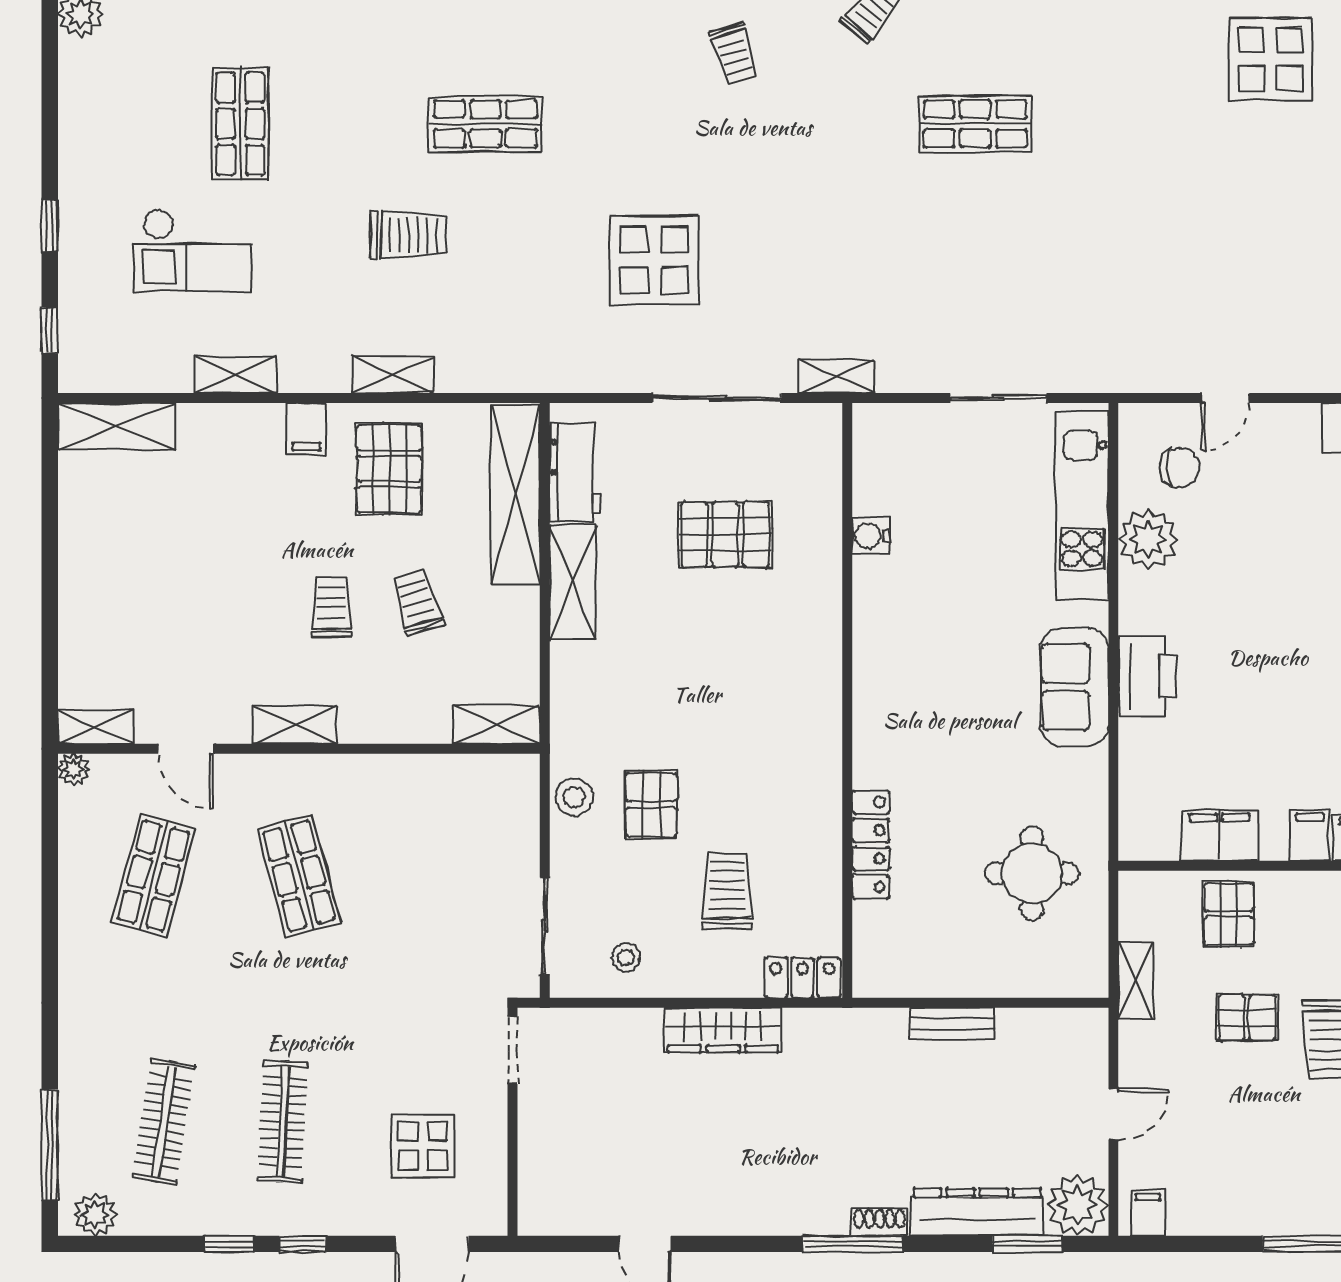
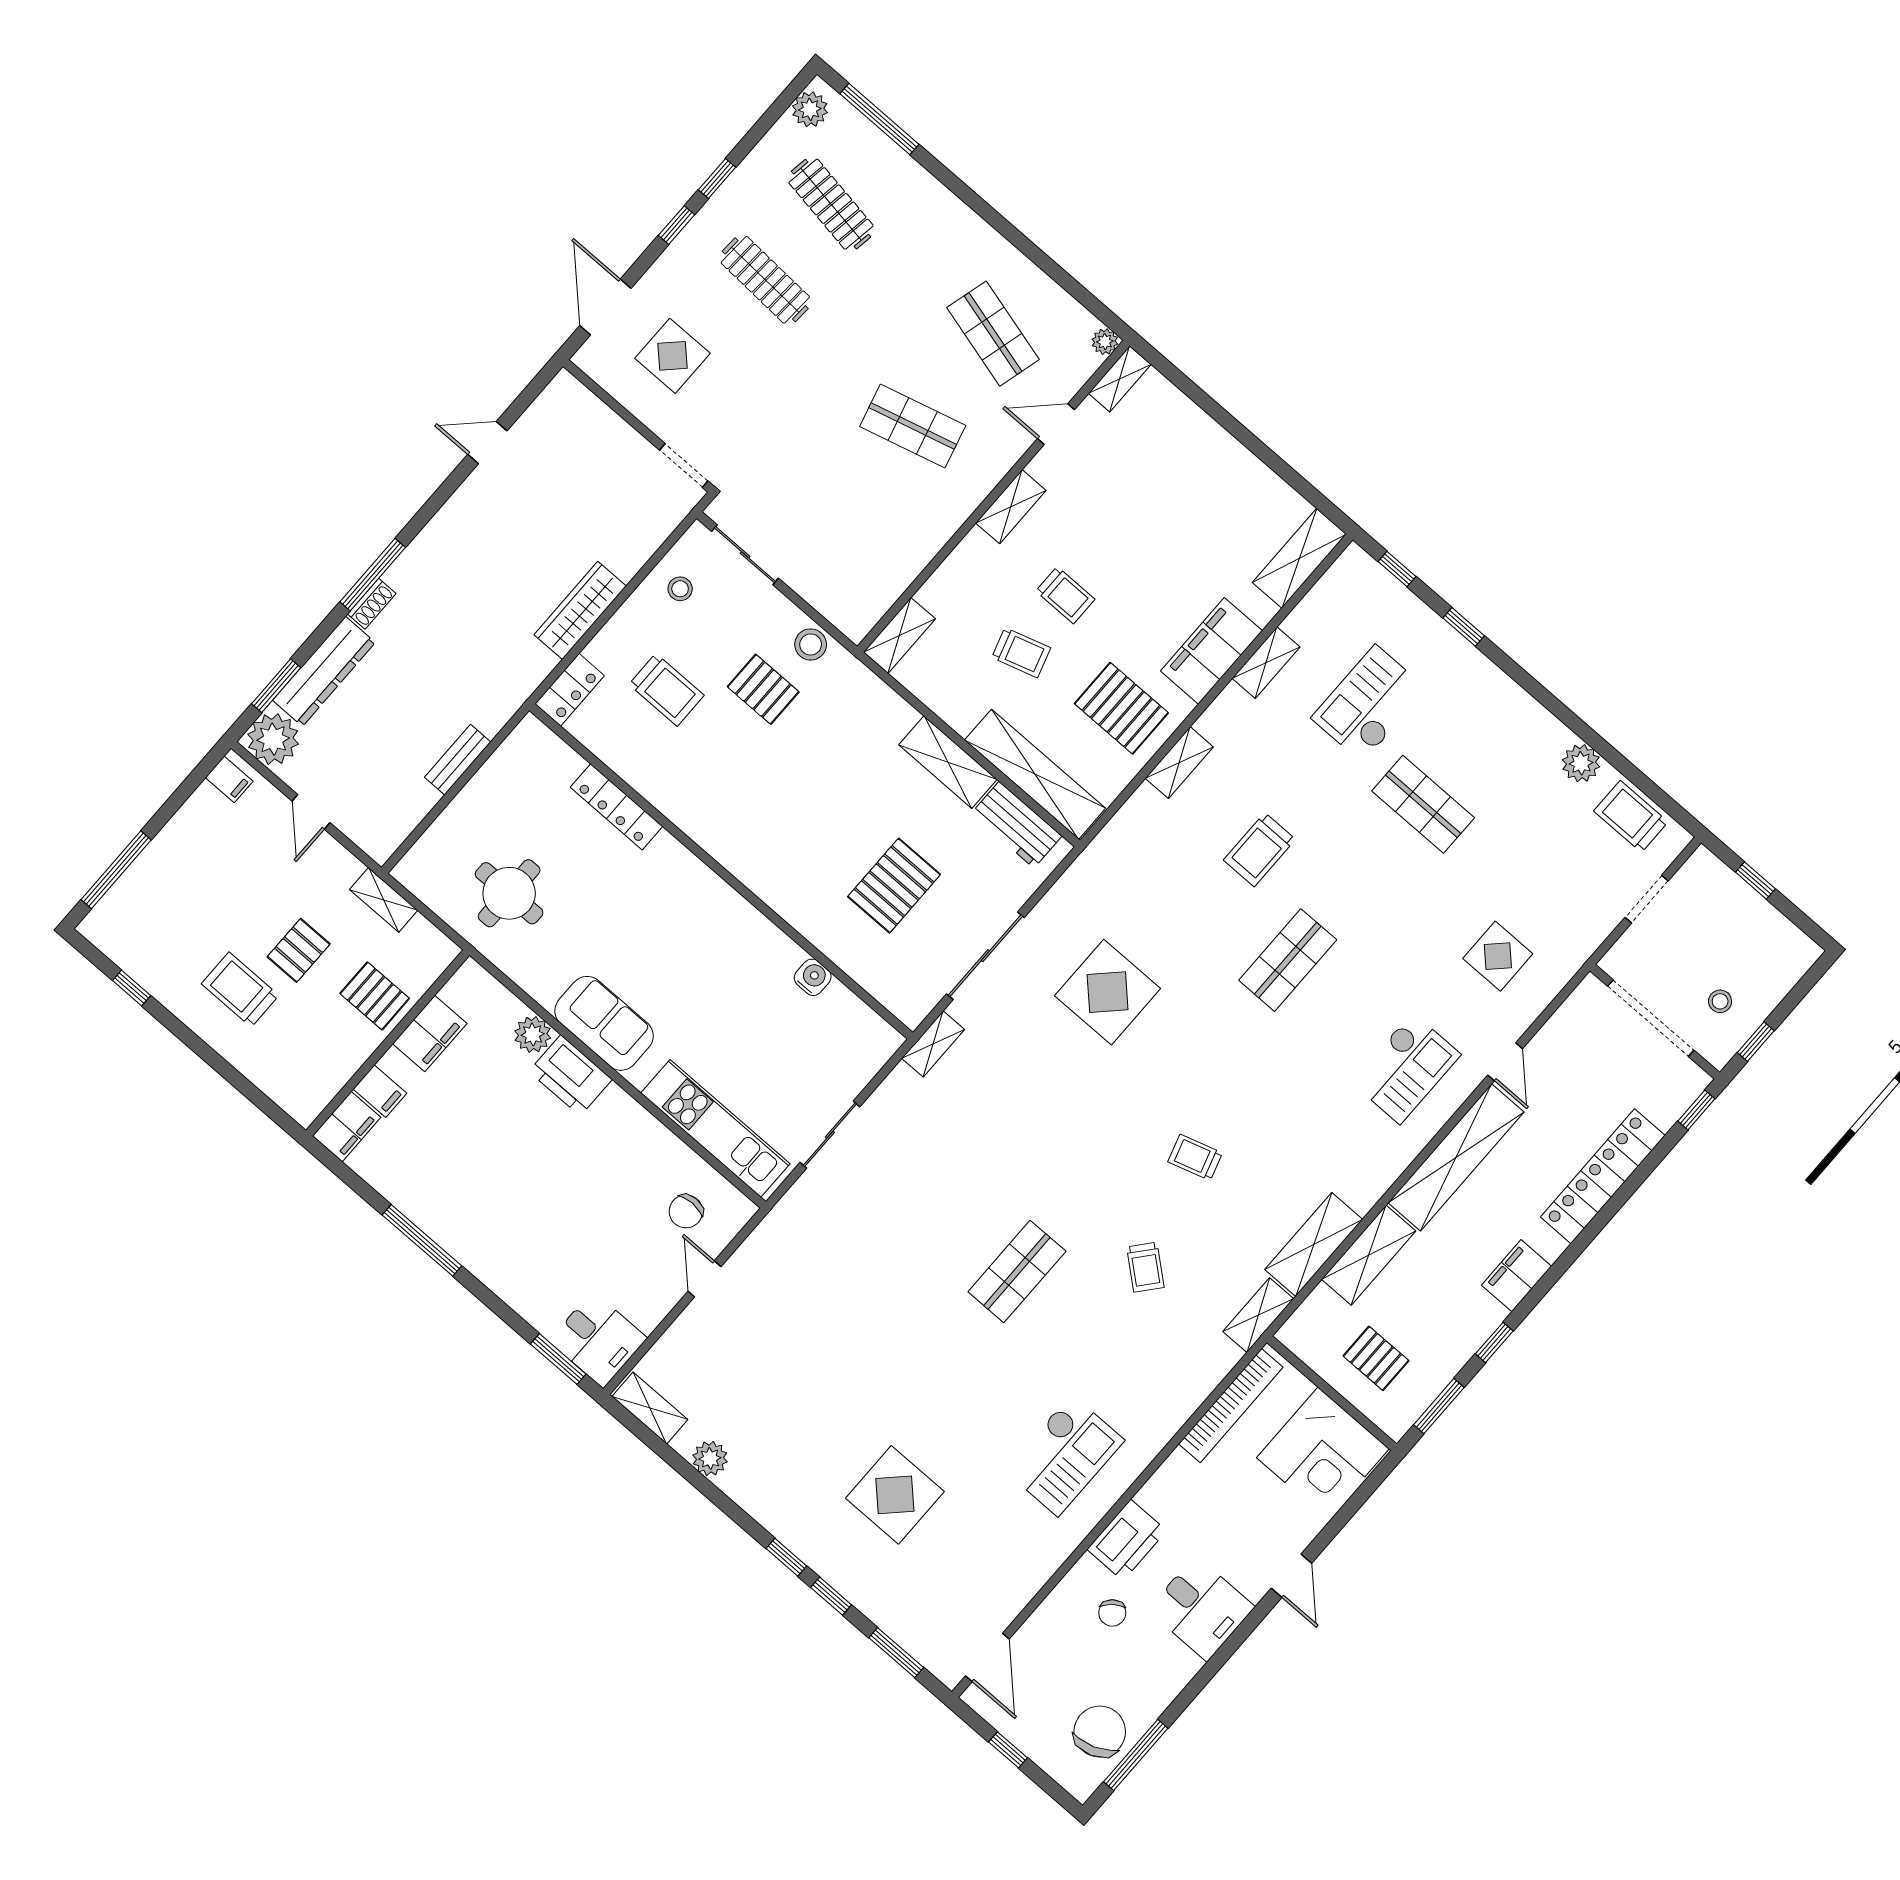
filing cabinet: (306, 429) -> (1211, 651), width x3.00, depth x1.17
plant: (1148, 539) -> (533, 1034), moved, width x0.73, depth x0.73

